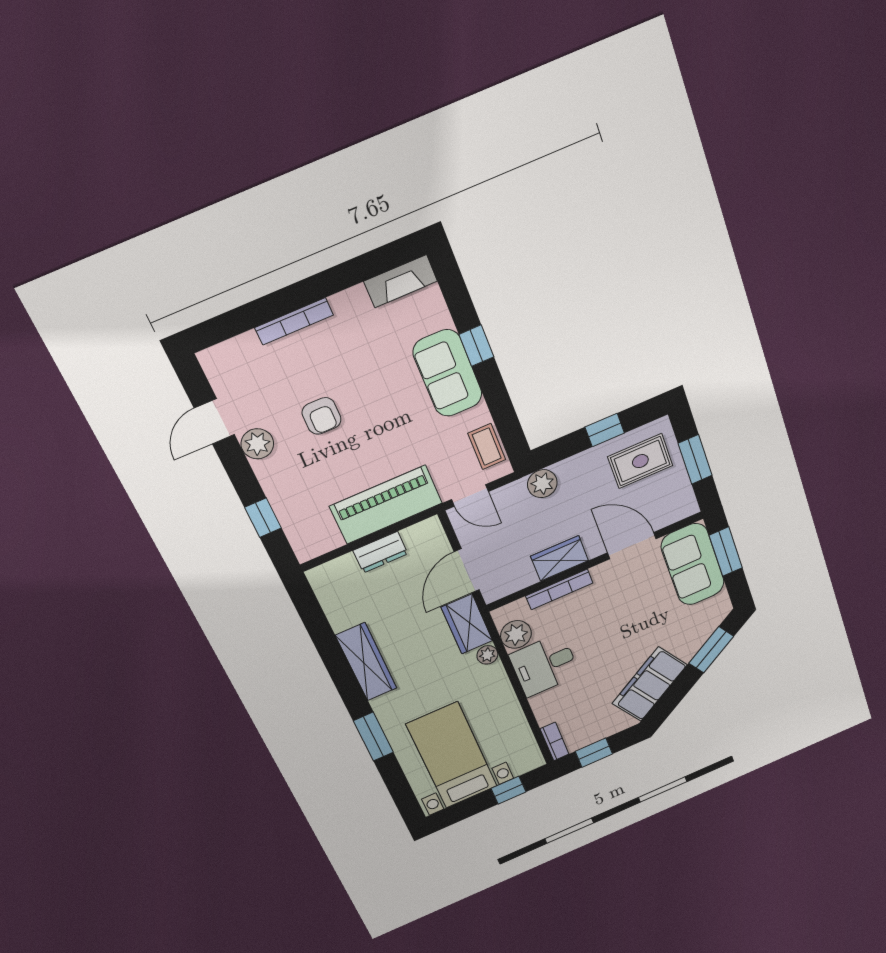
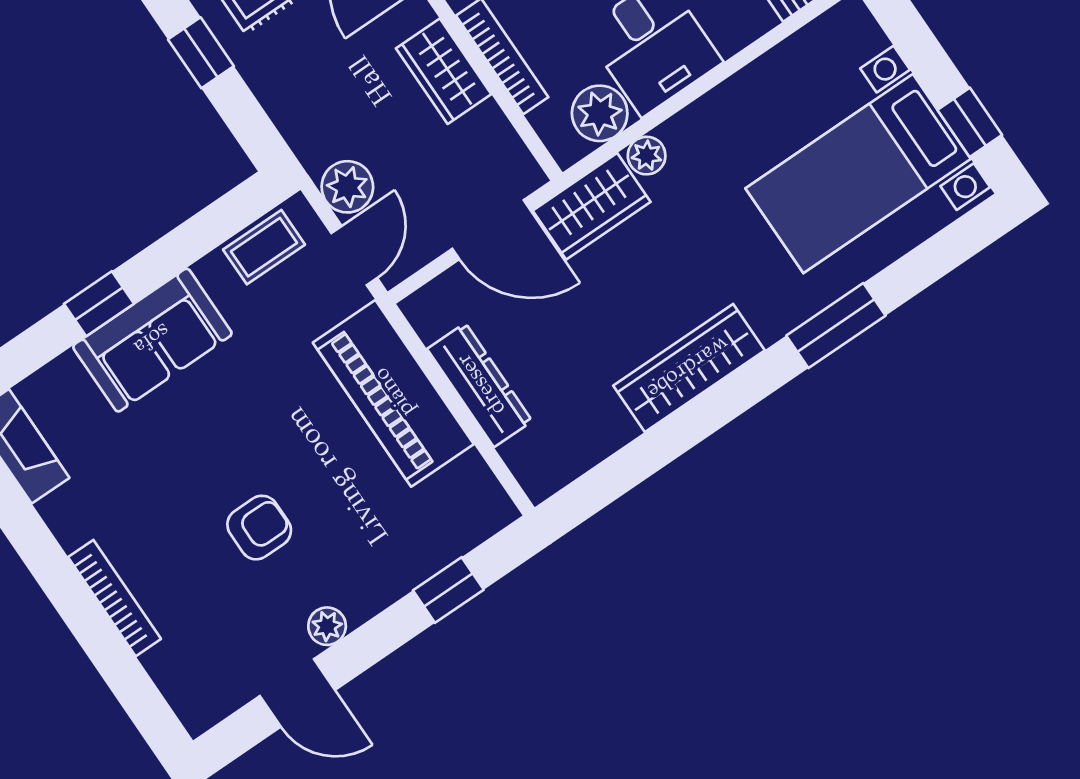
plant: (257, 444) -> (327, 626), width x0.73, depth x0.73
plant: (542, 484) -> (347, 187), moved
dresser: (381, 552) -> (480, 385), width x1.44
window: (509, 790) -> (970, 122), moved

